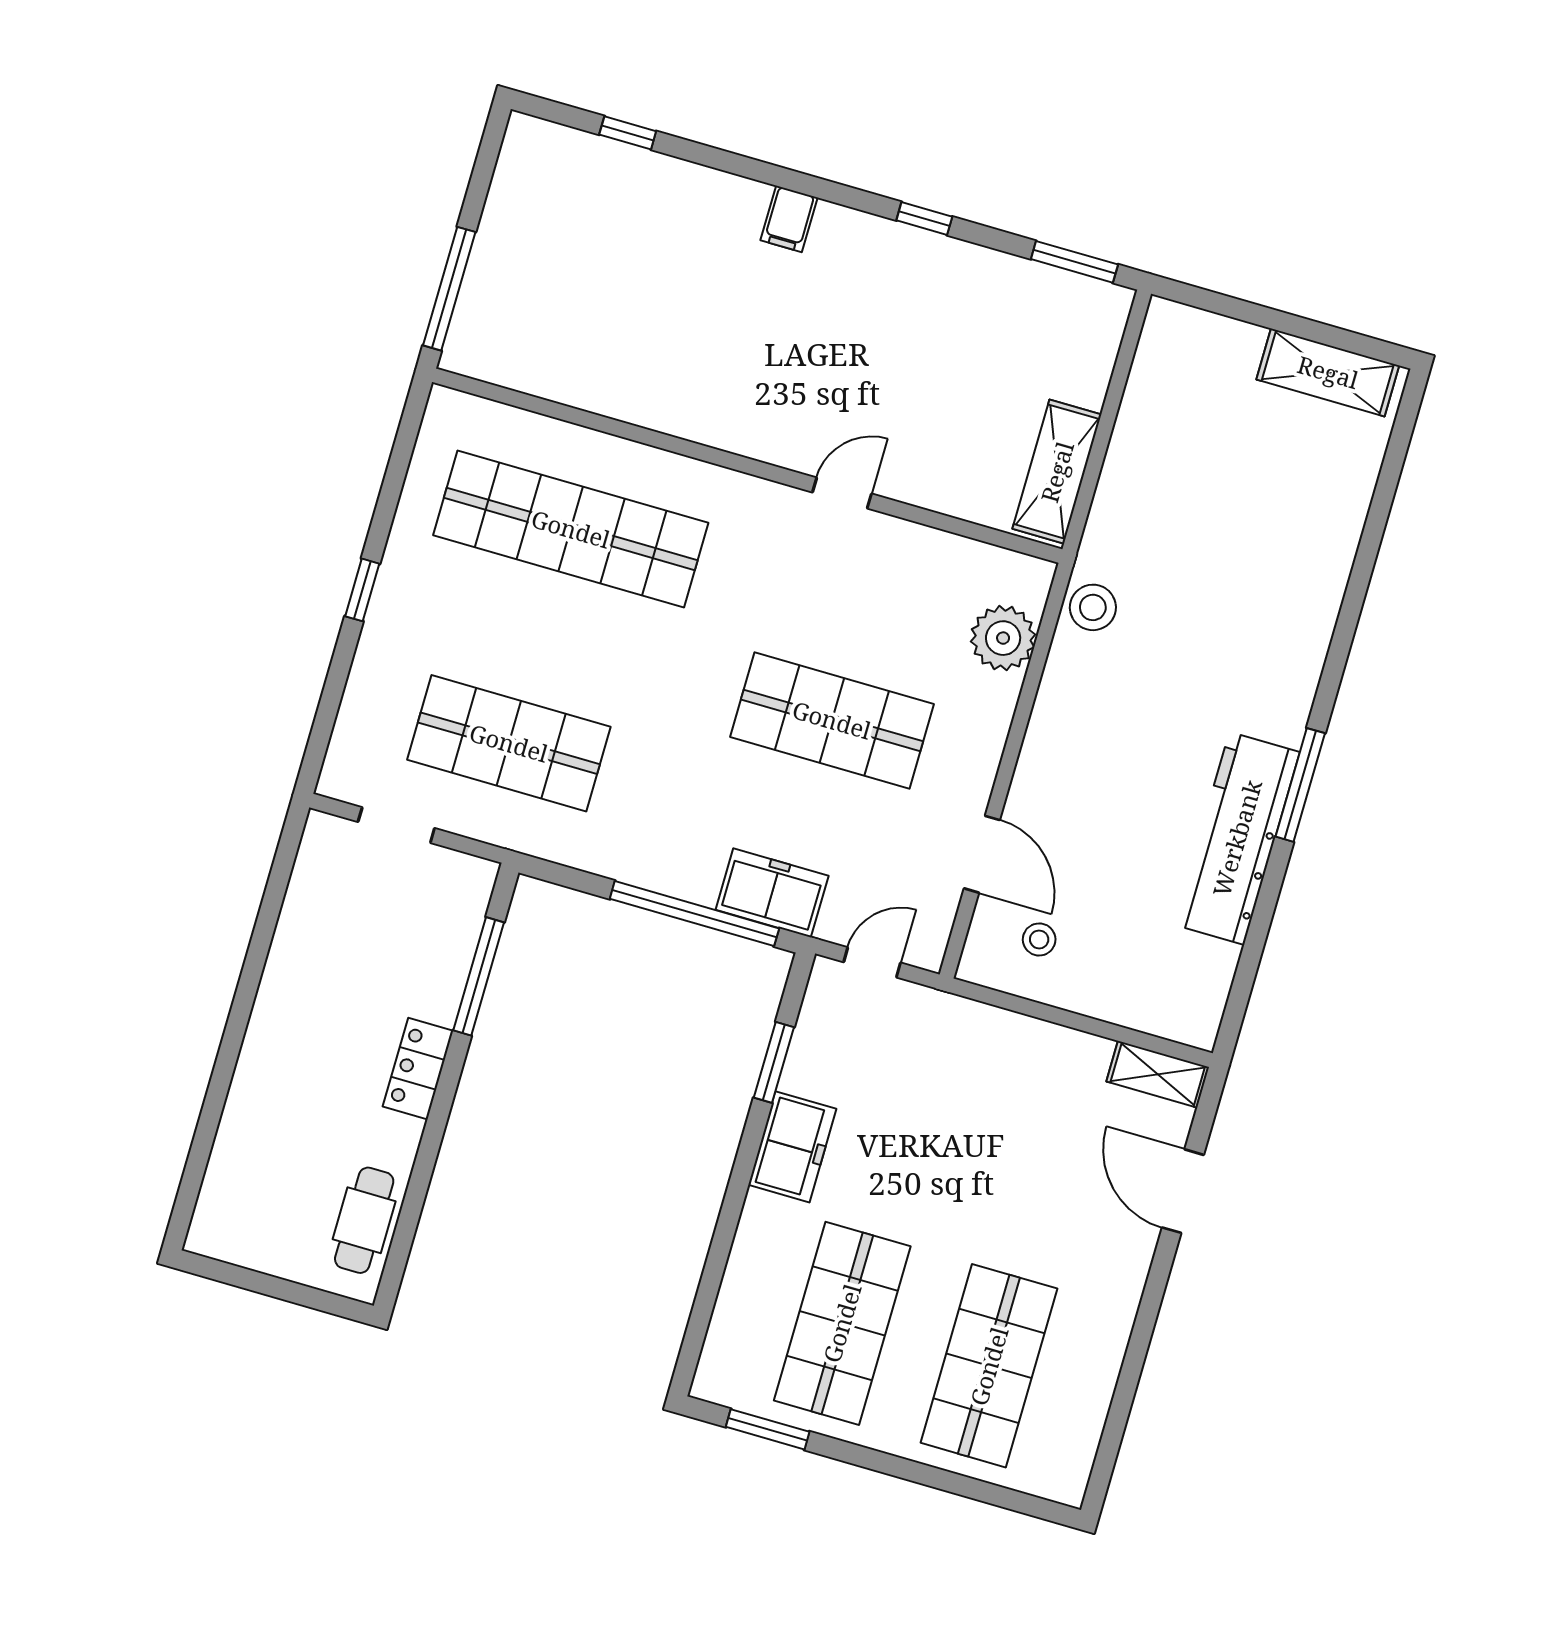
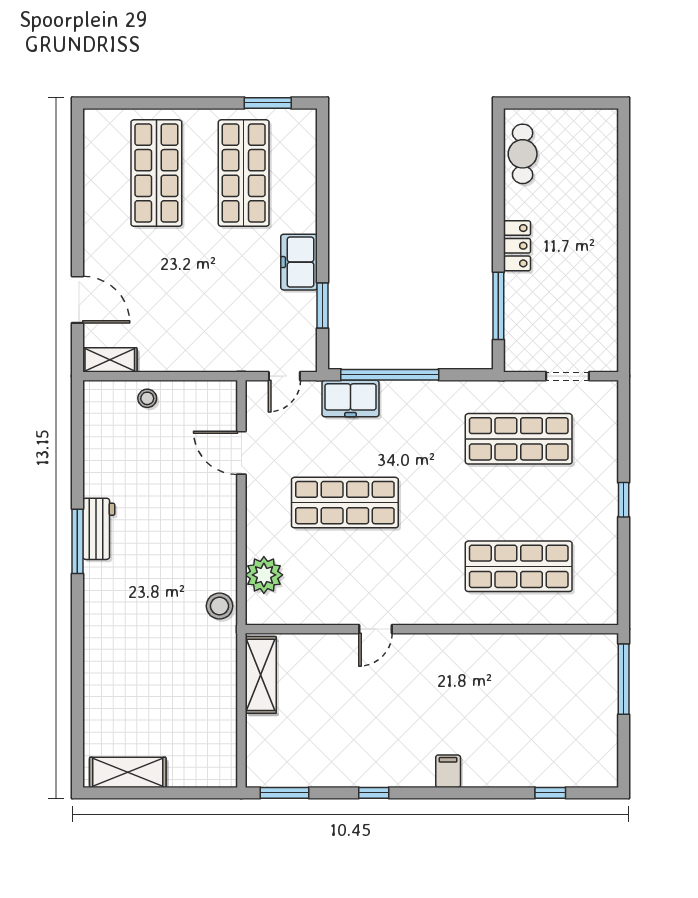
shop shelf: (571, 529) -> (519, 566), width x0.71
workbench: (1237, 838) -> (99, 529), width x0.53, depth x0.76
stool: (1039, 939) -> (147, 398), moved

